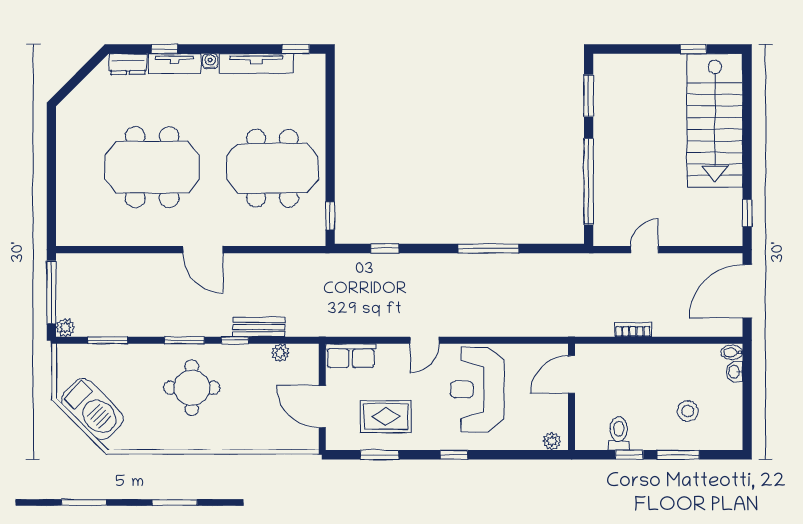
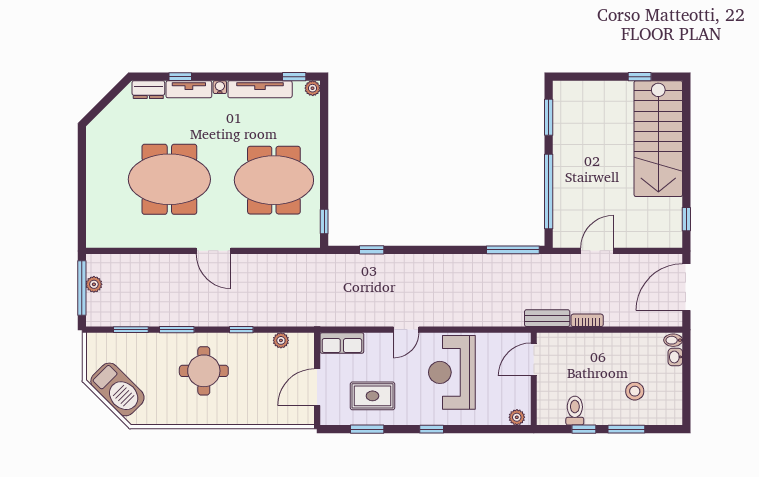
plant: (317, 62) -> (313, 88), added
window: (488, 248) -> (513, 250), moved
door: (645, 250) -> (597, 251), width x1.38
bench: (259, 327) -> (547, 318), moved
plant: (65, 328) -> (94, 284), moved
window: (184, 340) -> (177, 330), moved
door: (322, 407) -> (317, 387), hinge flipped

